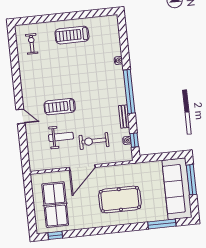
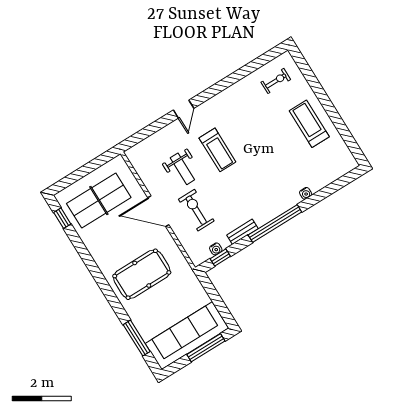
treadmill: (60, 107) -> (217, 150), turned 180
pool table: (120, 199) -> (142, 274), turned 90

